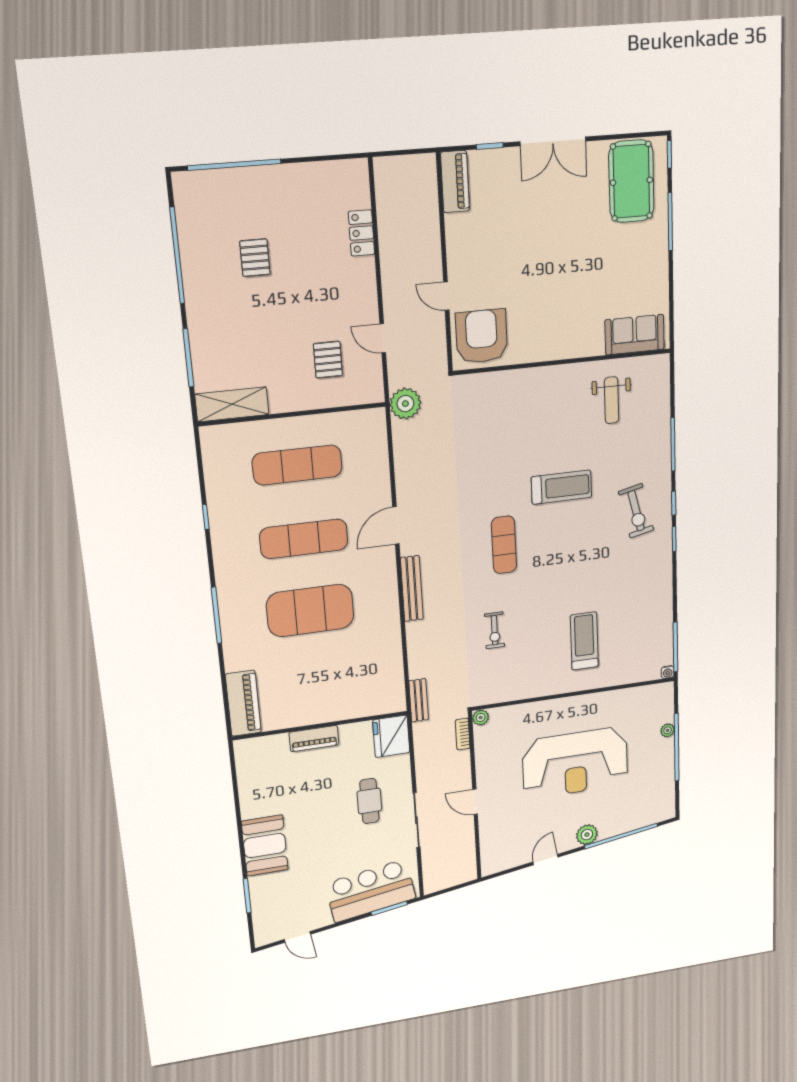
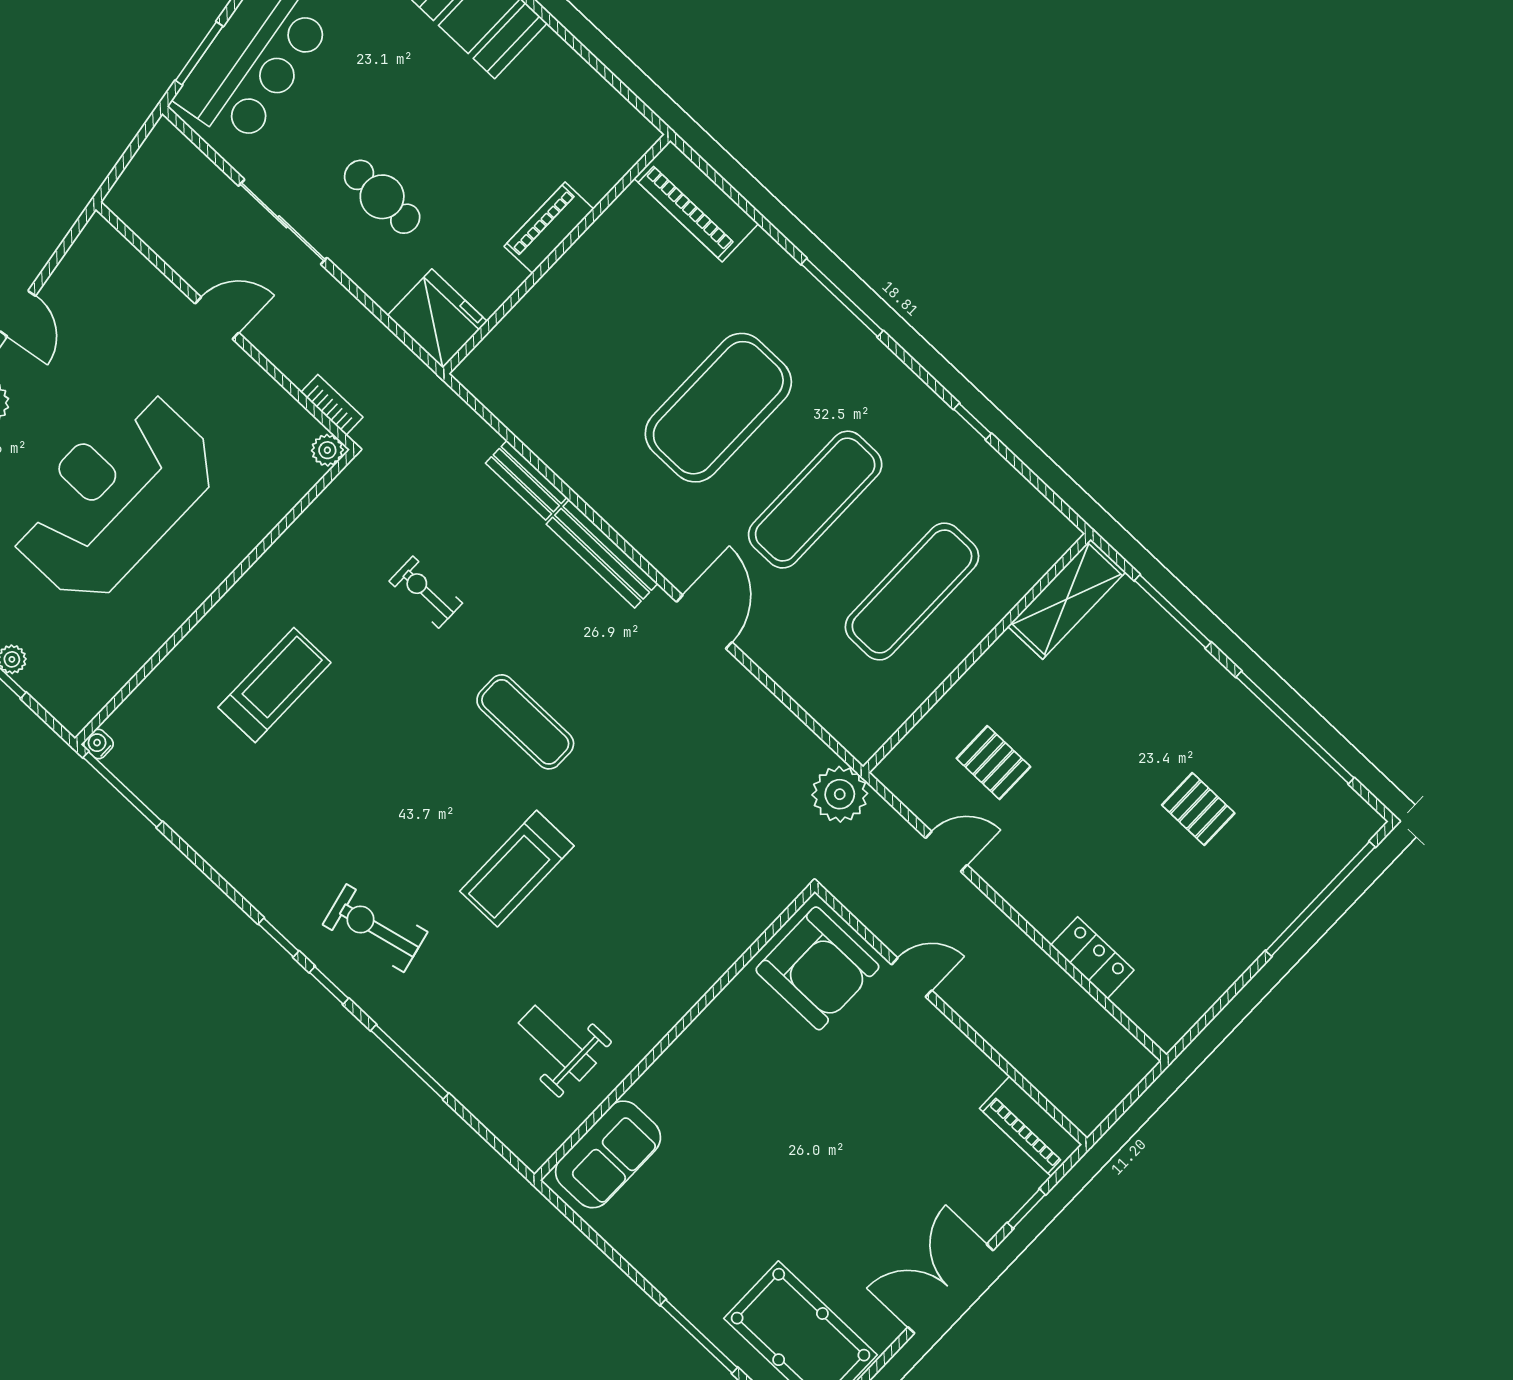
treadmill: (584, 641) -> (275, 685), turned -90
bench: (419, 700) -> (526, 480), moved

